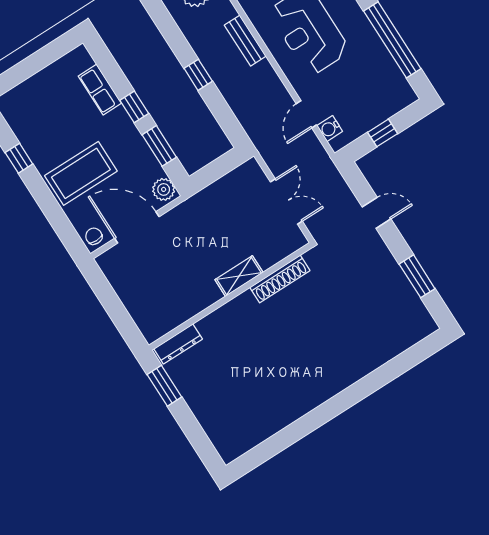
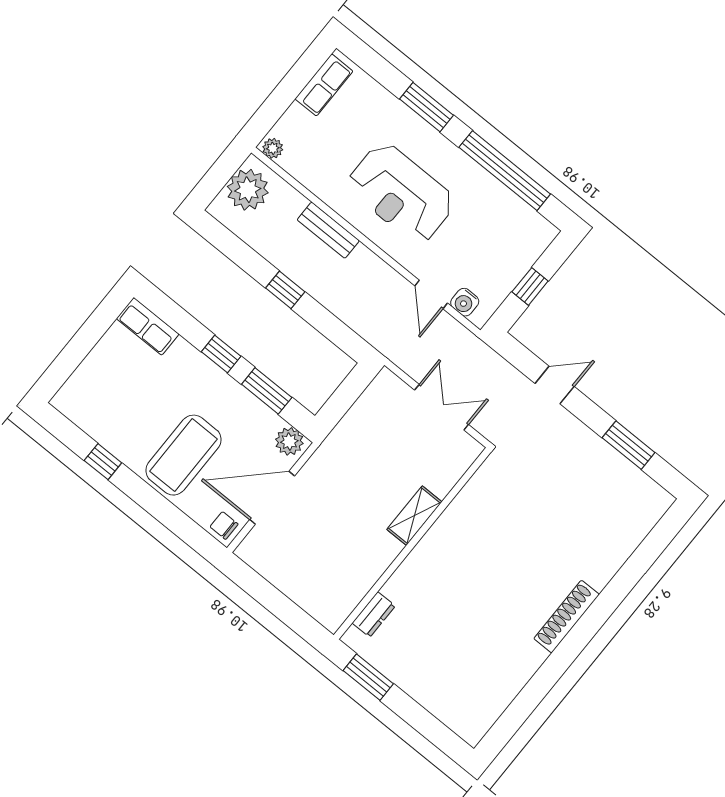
row of seats: (100, 90) -> (148, 326), moved
shoe rack: (280, 279) -> (567, 617), moved, turned 180
dresser: (178, 344) -> (374, 614), width x0.70

